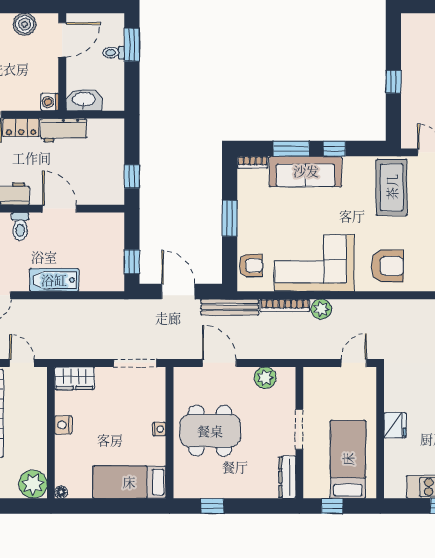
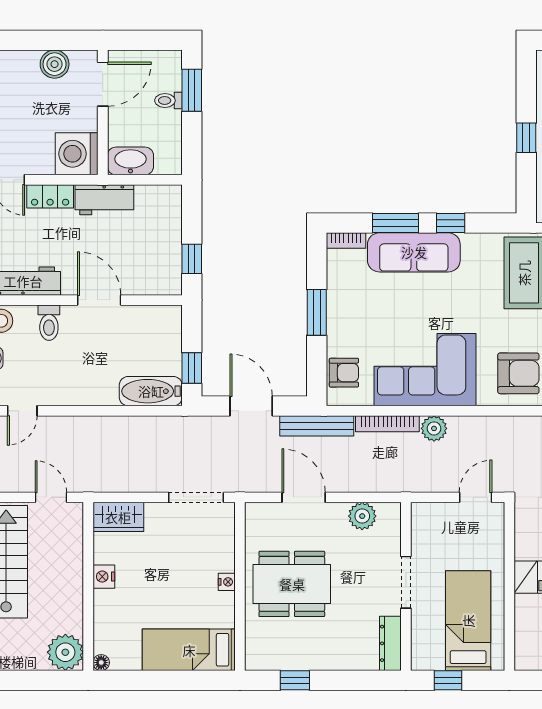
washing machine: (50, 102) -> (77, 154), width x1.89, depth x1.89
bathtub: (54, 280) -> (151, 391), moved

